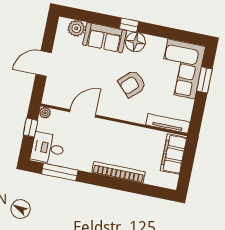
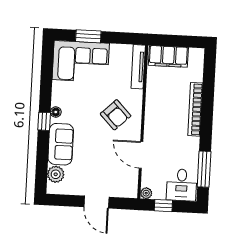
floor lamp: (135, 42) -> (56, 112), width x0.53, depth x0.53
armchair: (132, 84) -> (116, 115), moved

